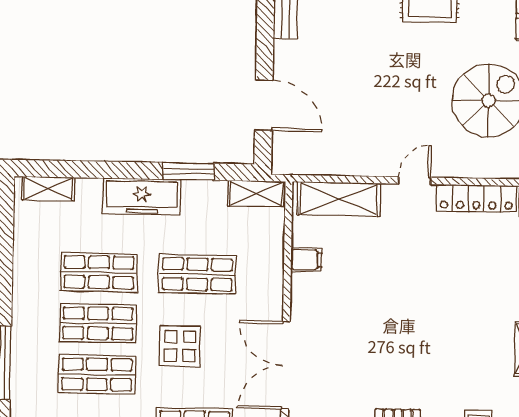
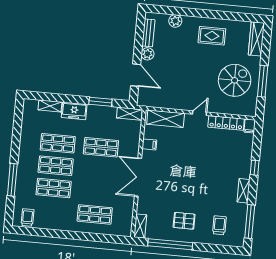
plant: (287, 55) -> (148, 54), added
shelving: (48, 189) -> (50, 106), moved
freezer: (142, 197) -> (74, 111), width x0.71
display table: (180, 346) -> (91, 178), removed
double door: (286, 365) -> (138, 177), moved

